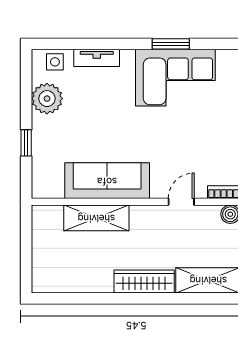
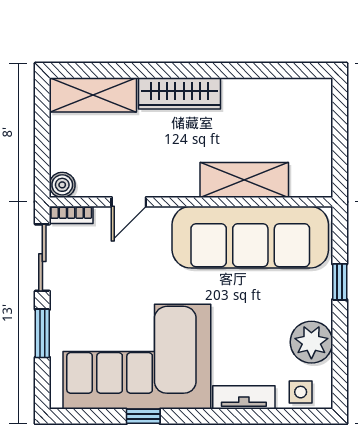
window: (171, 44) -> (143, 416), width x0.67
corner sofa: (175, 78) -> (137, 357), width x1.36, depth x1.36
sofa: (107, 181) -> (250, 237), width x1.36, depth x1.27

